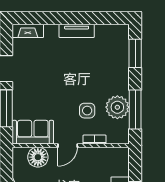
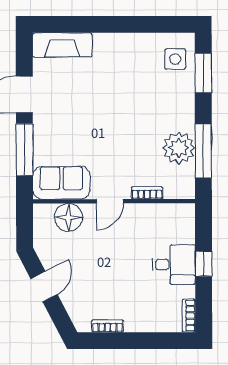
fireplace: (28, 31) -> (62, 45), width x1.37, depth x1.32
tv unit: (77, 31) -> (122, 42), removed
side table: (87, 111) -> (175, 59), moved

